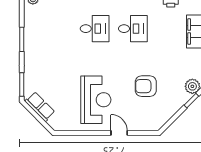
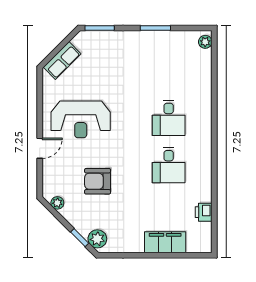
armchair: (146, 86) -> (98, 181), turned -90
row of seats: (40, 107) -> (62, 61), moved
plant: (163, 119) -> (57, 203), added

